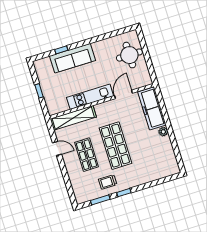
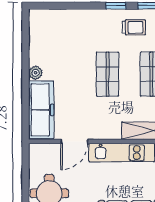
shop shelf: (115, 146) -> (108, 74), width x0.70, depth x0.74

